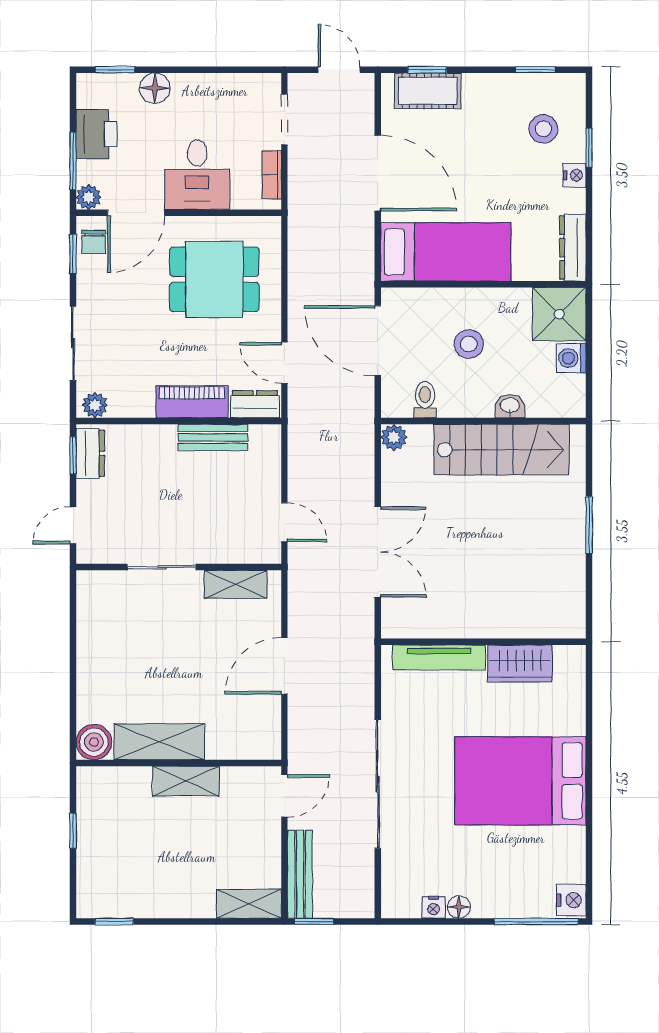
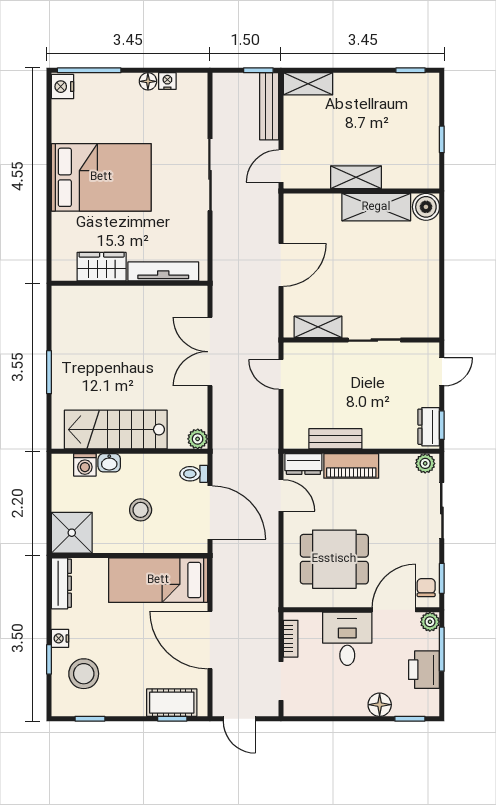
stool: (543, 129) -> (84, 674), width x1.38, depth x1.38
washing machine: (571, 358) -> (85, 465), moved, turned 90
toilet: (425, 400) -> (194, 474), moved, turned 90
sliding door: (378, 784) -> (210, 175), width x0.73

